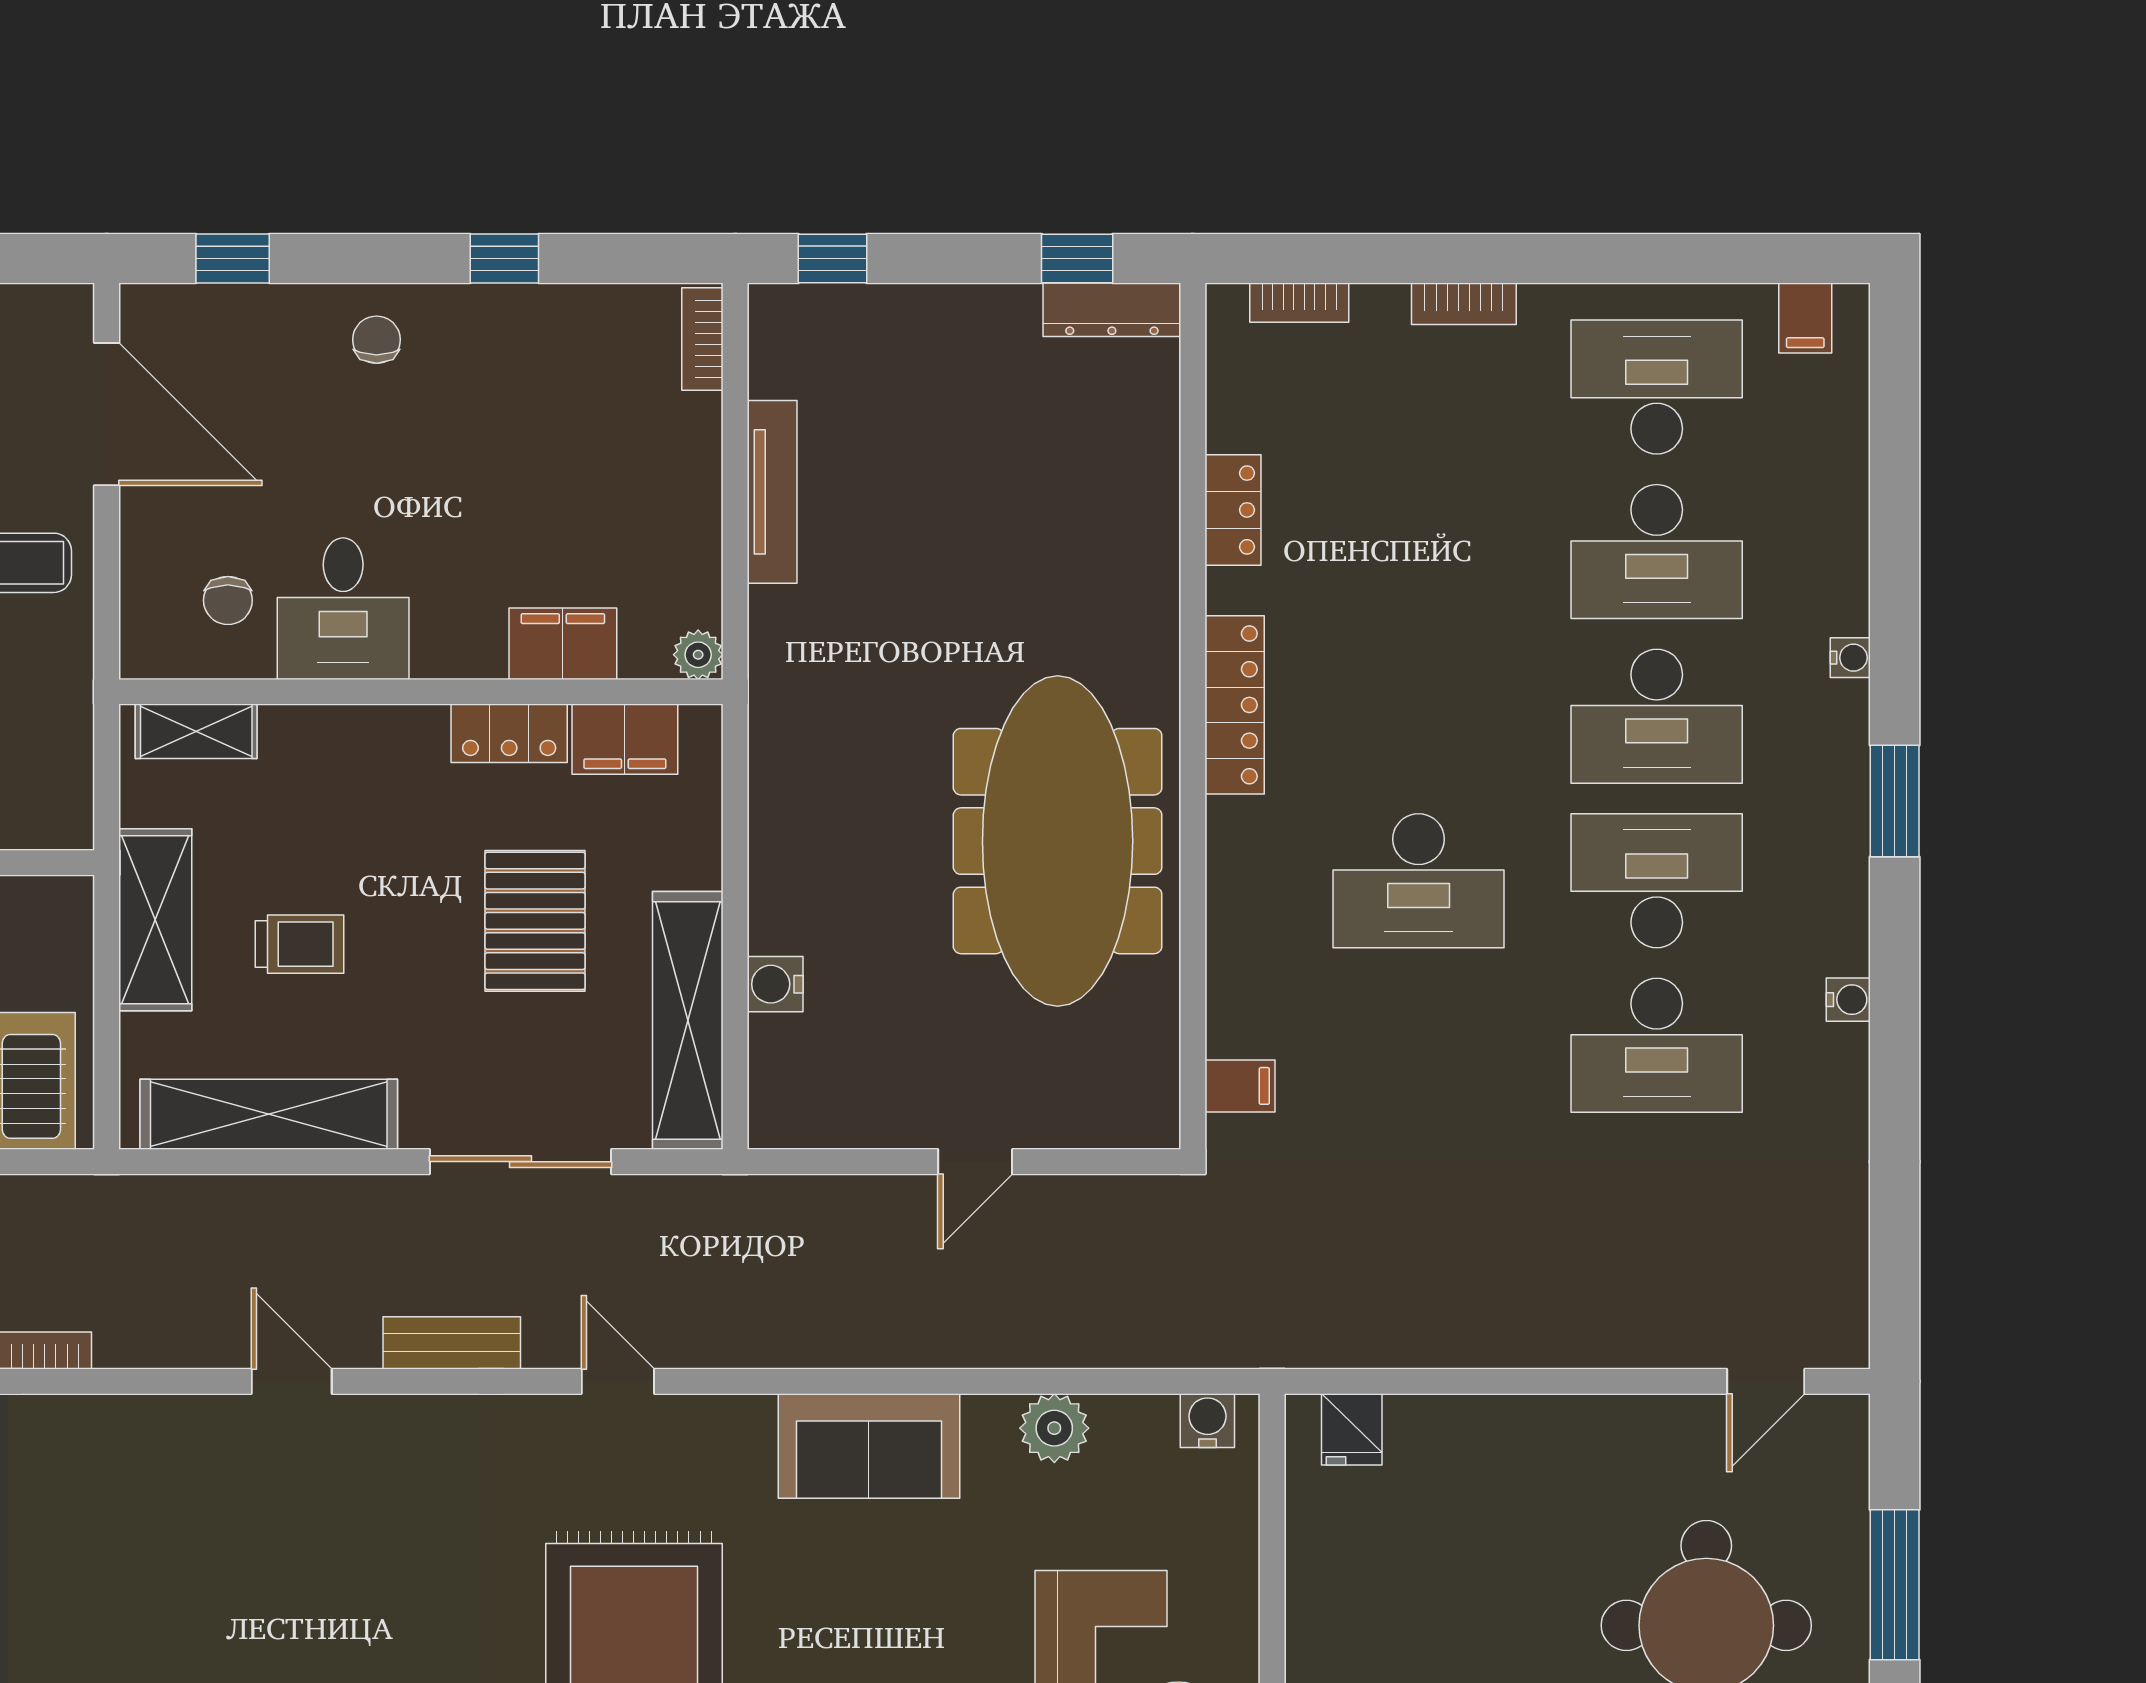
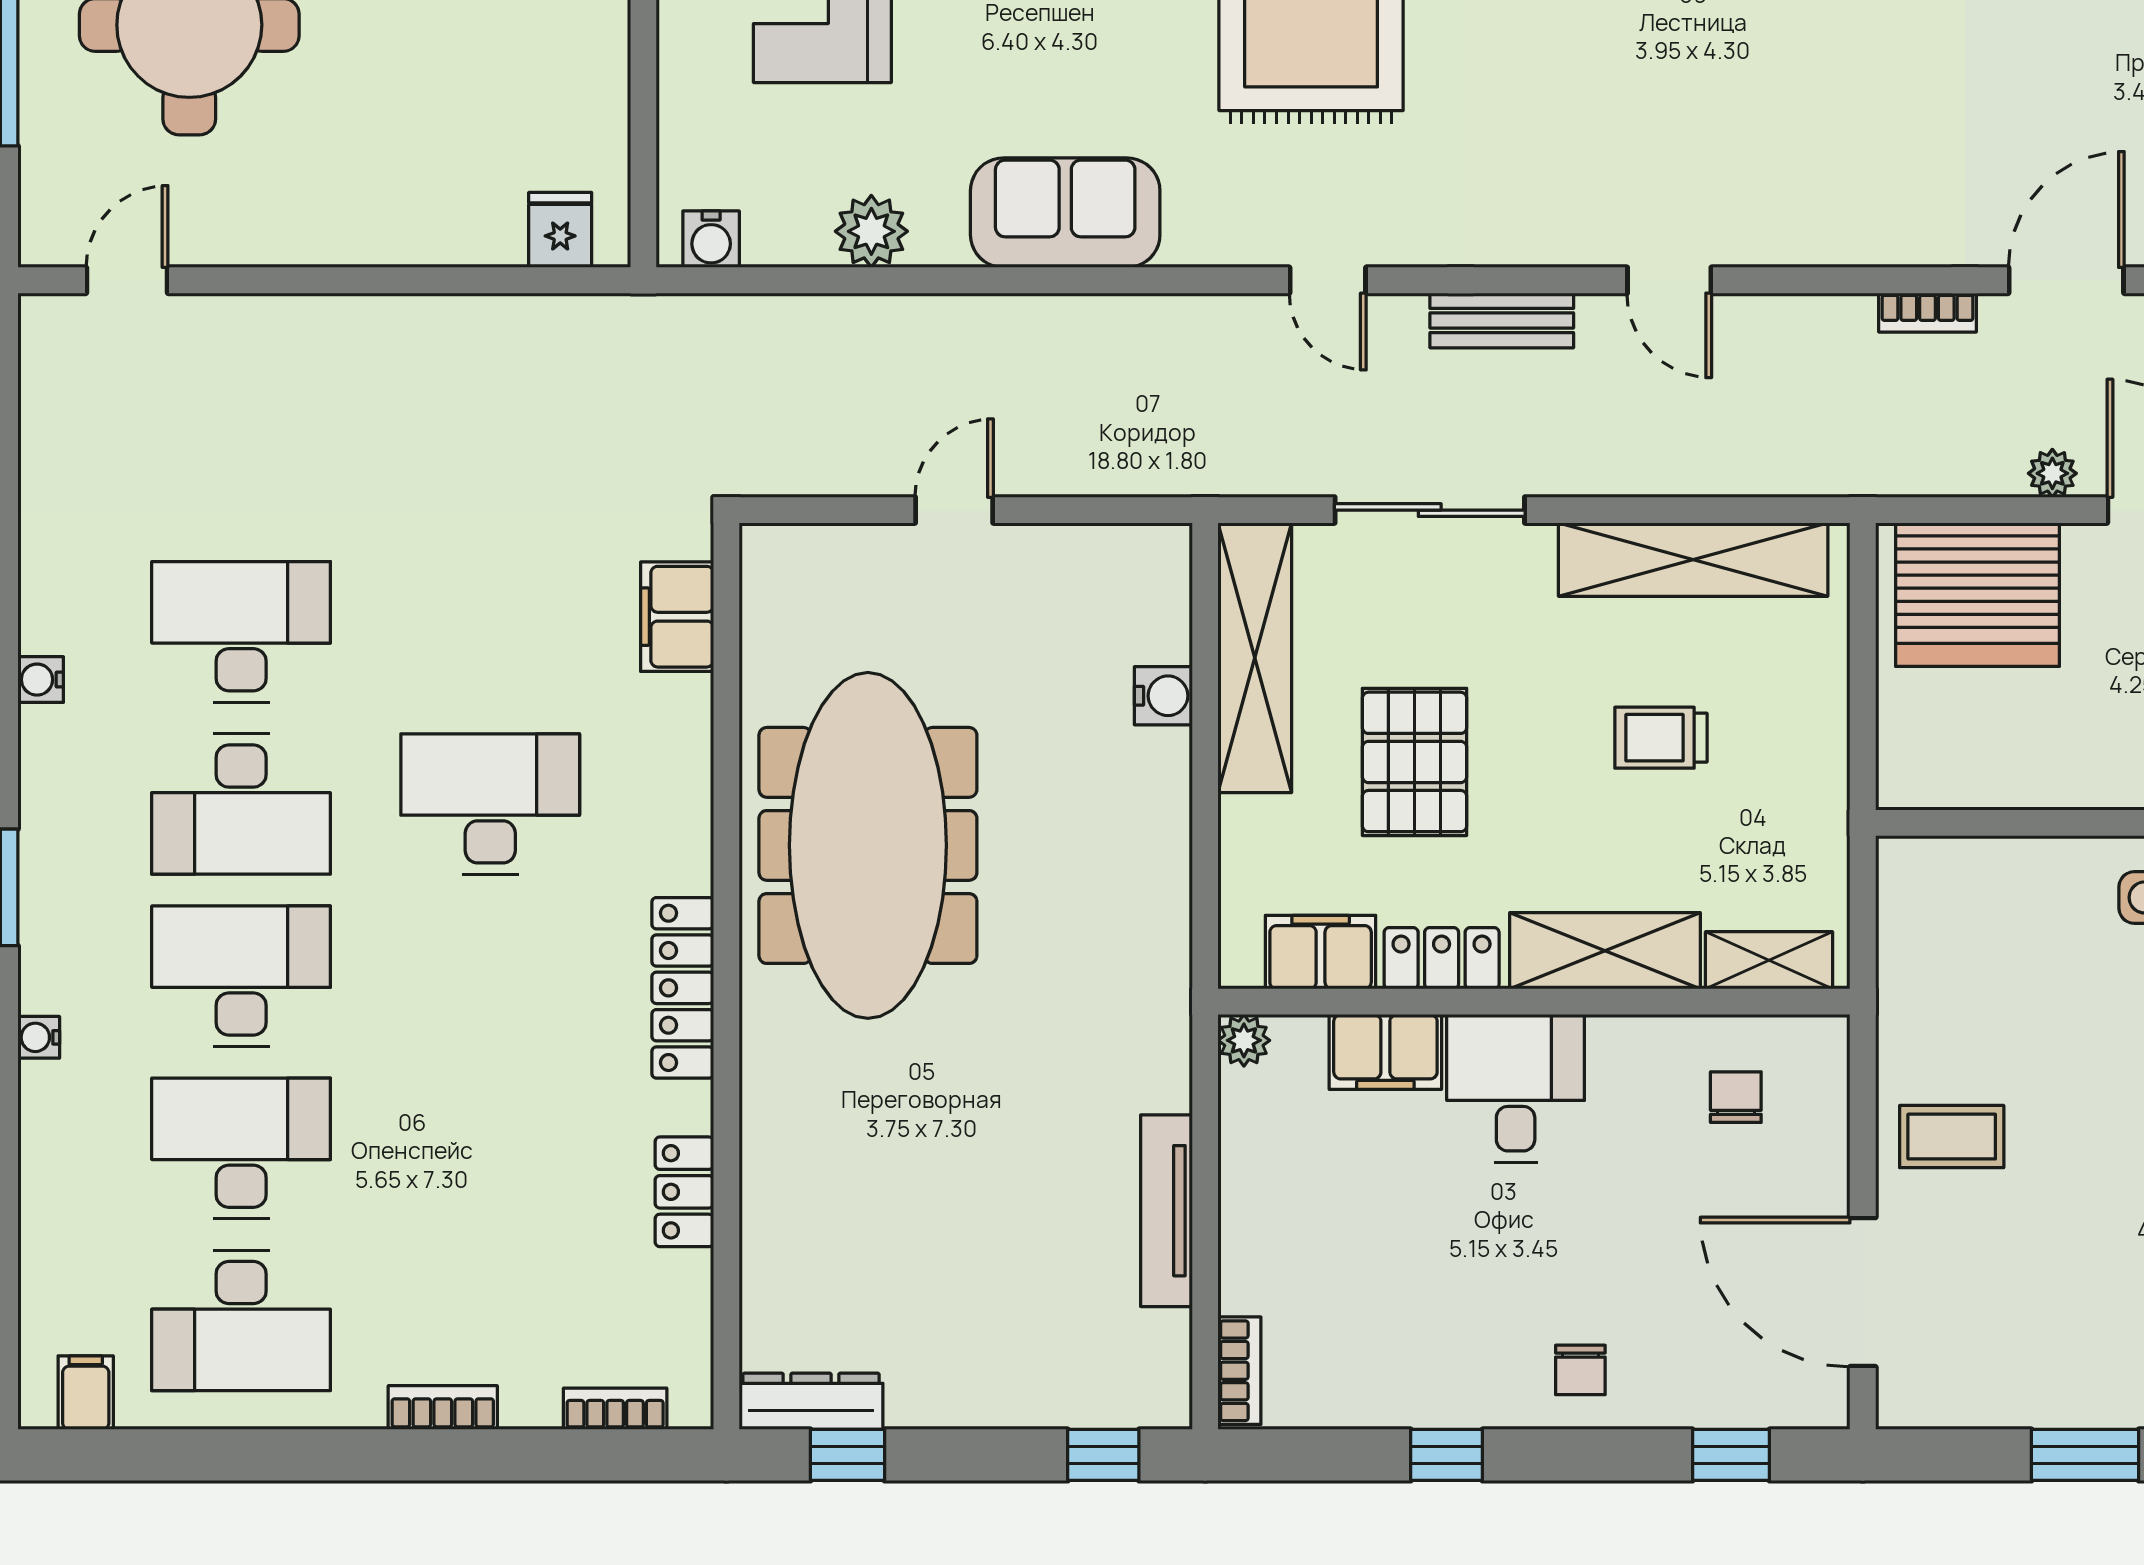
desk: (343, 609) -> (1516, 1089), moved
shelving: (155, 920) -> (1605, 951), moved, turned 90
filing cabinet: (1240, 1086) -> (677, 617), width x2.00

